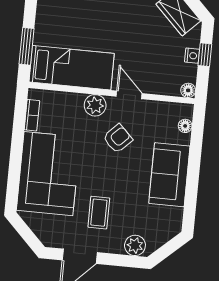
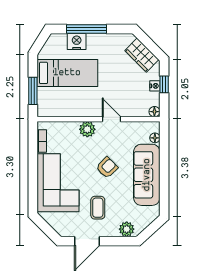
bed: (72, 68) -> (67, 73), moved
armchair: (118, 139) -> (107, 168), moved
sofa: (169, 175) -> (147, 175), width x1.36

